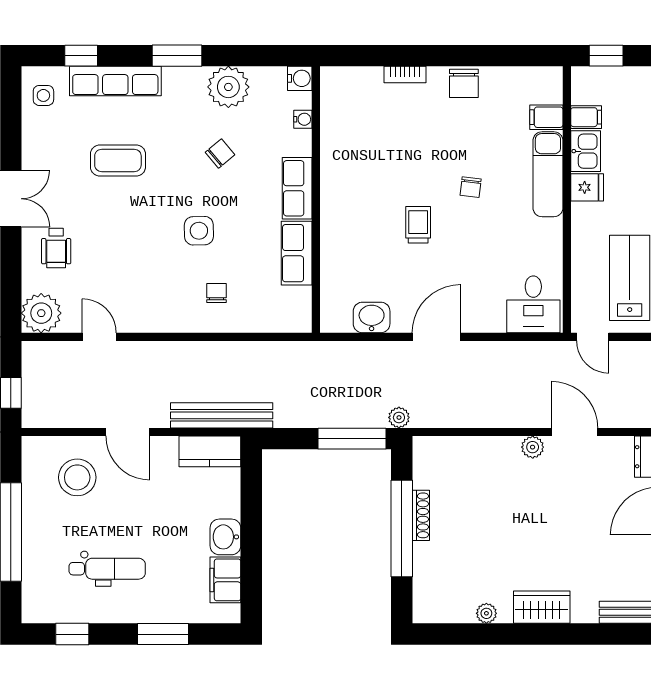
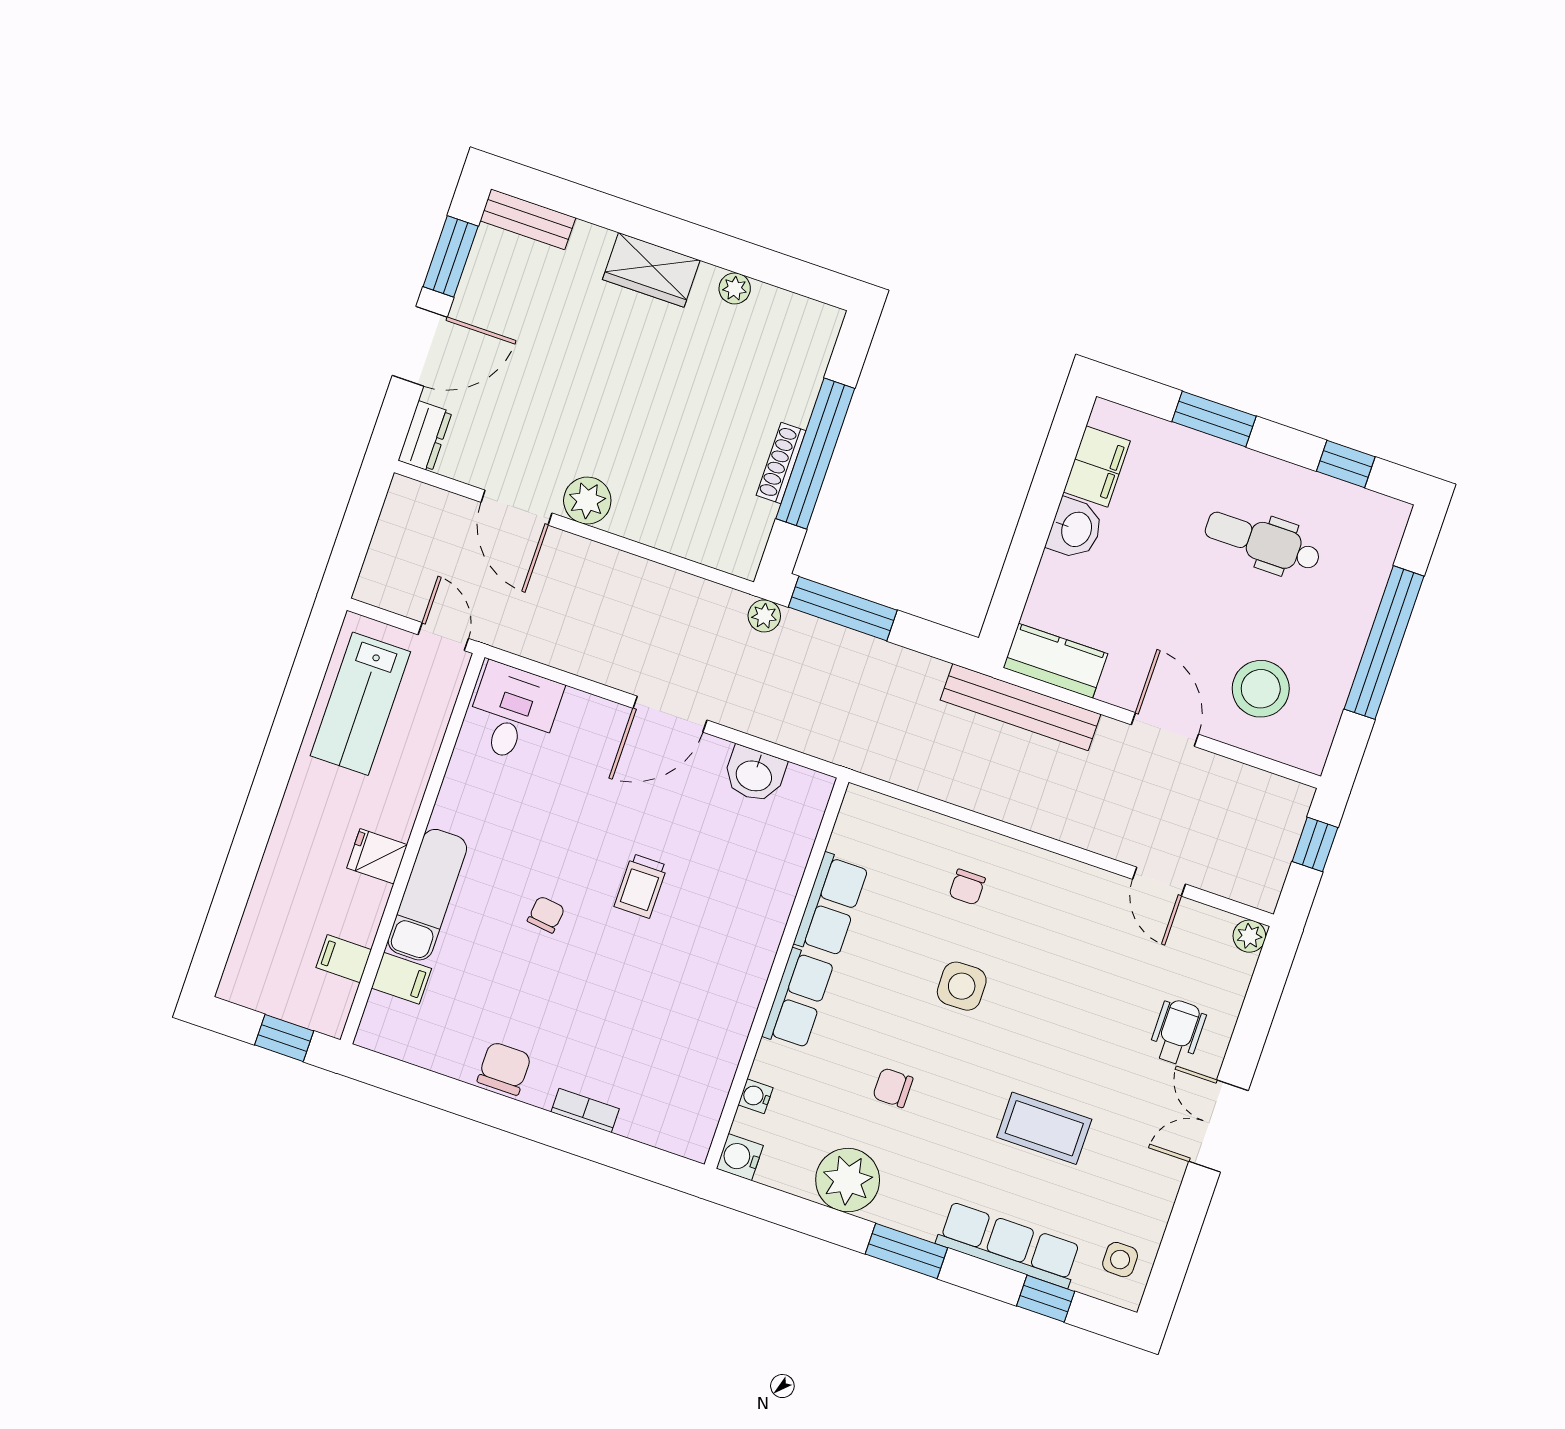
kitchen sink: (586, 151) -> (361, 910), removed
chair: (220, 154) -> (893, 1088), turned 40
plant: (41, 313) -> (1249, 936), width x0.53, depth x0.53
plant: (533, 447) -> (587, 501), width x1.38, depth x1.38

